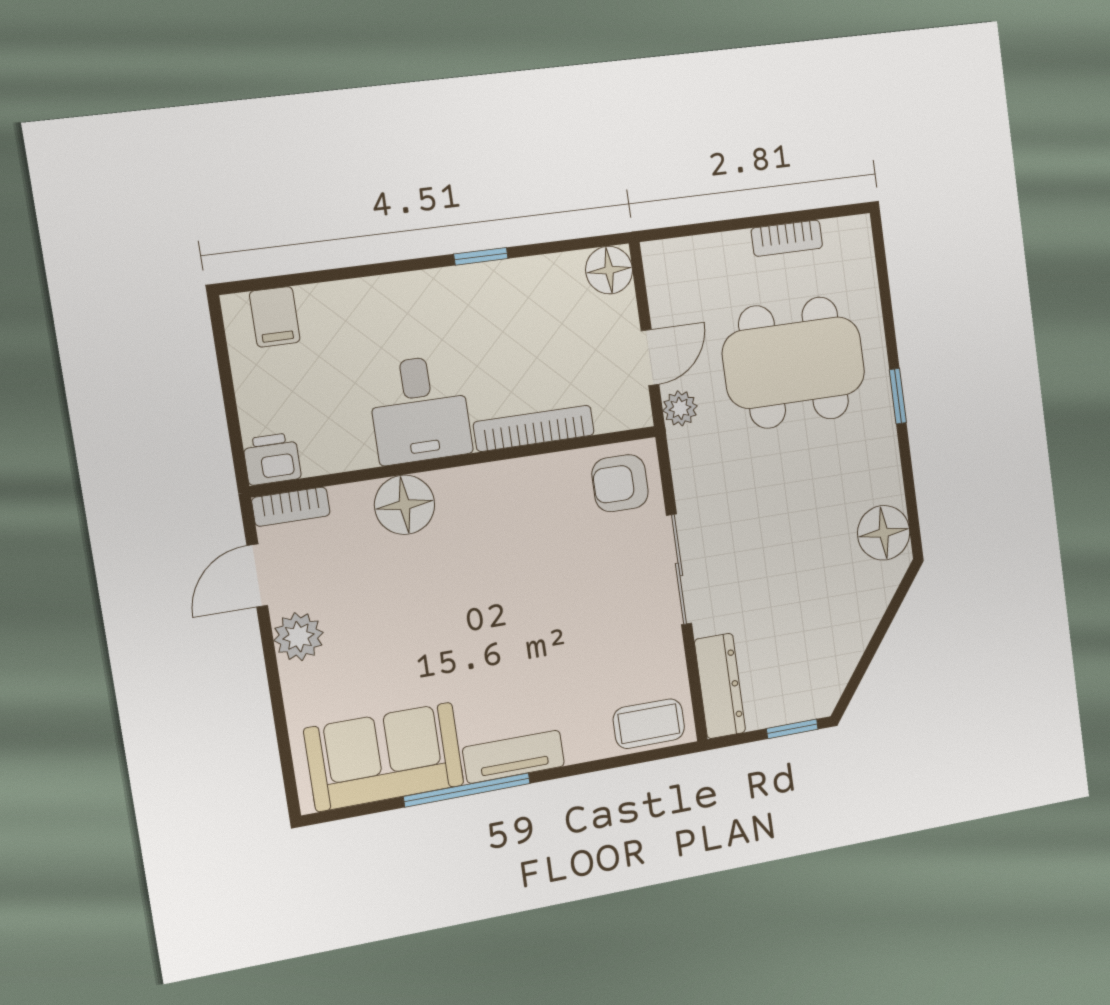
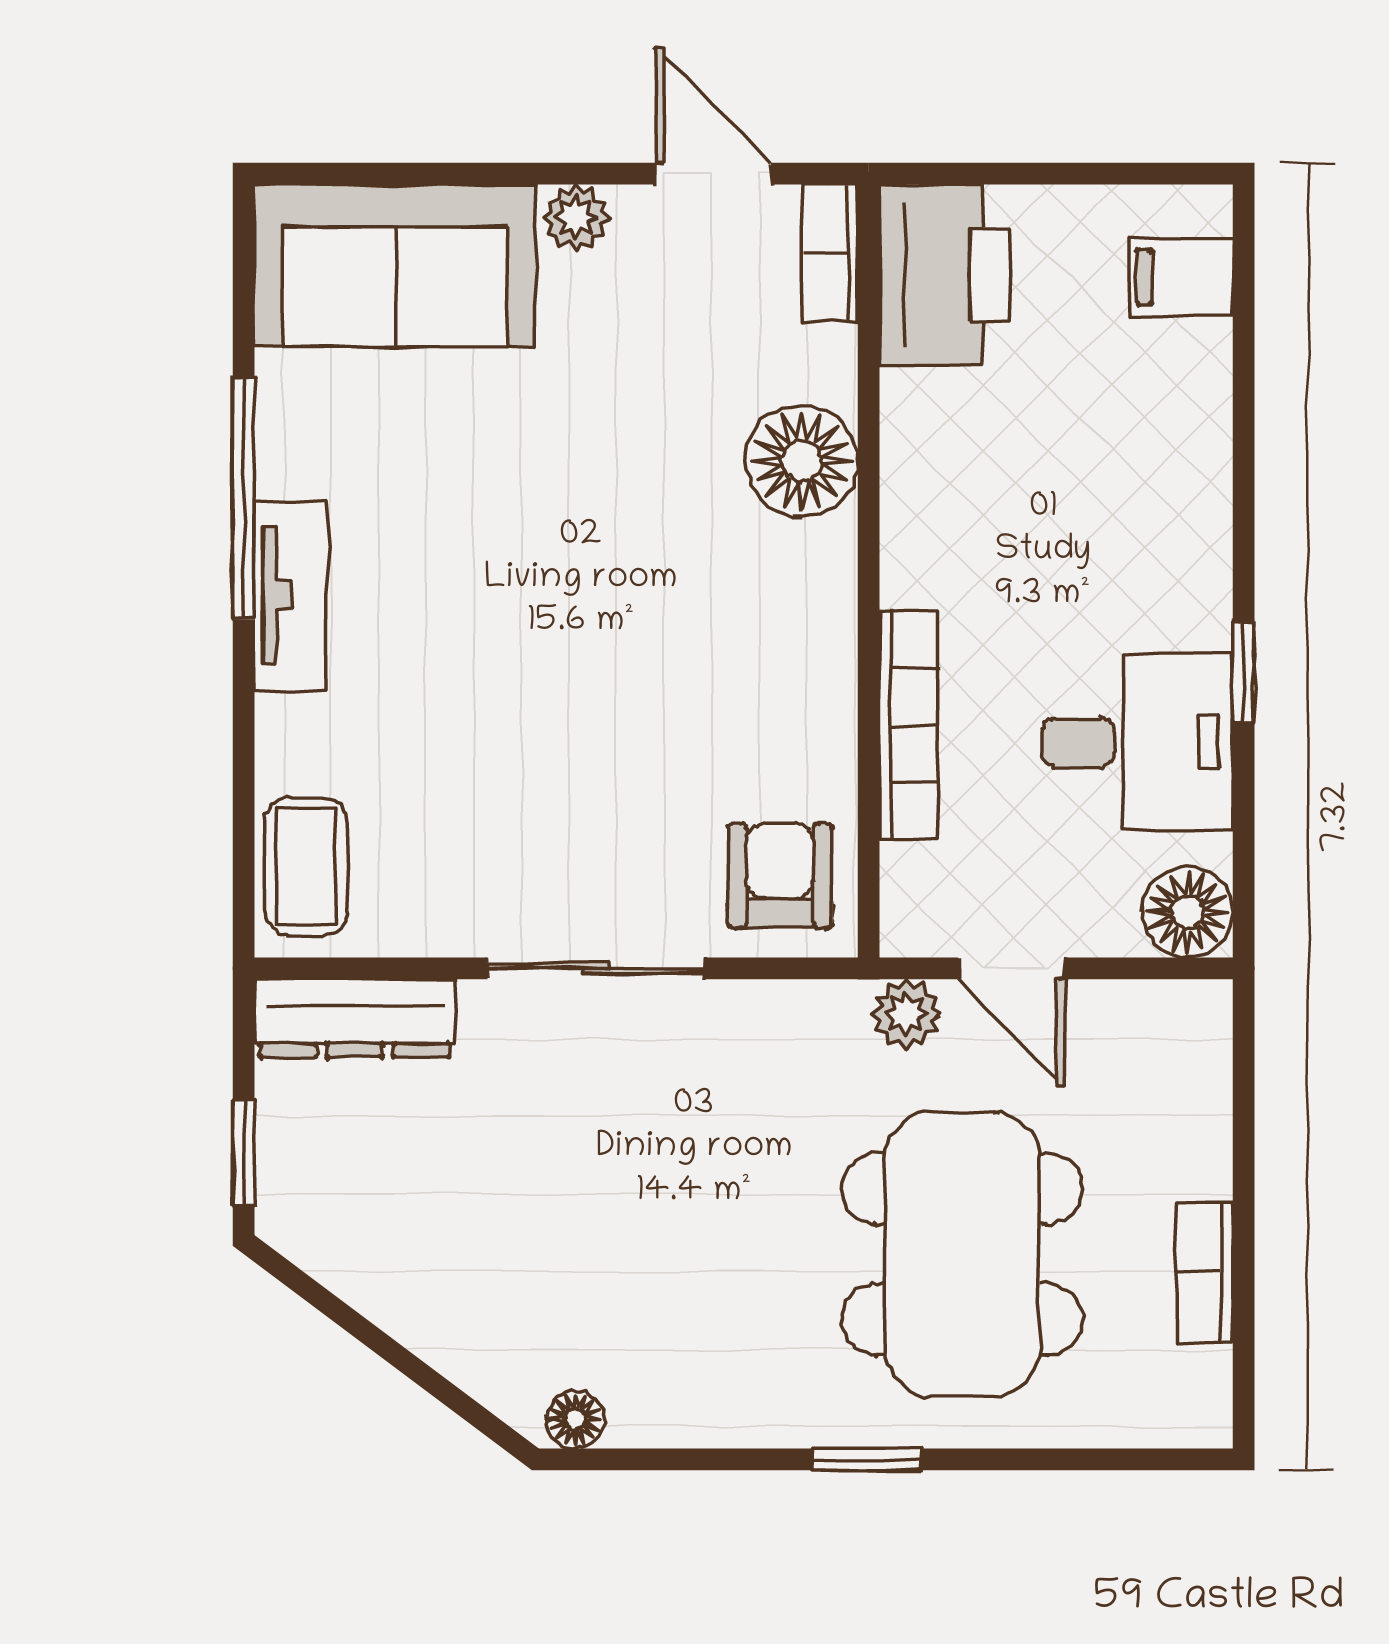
desk: (420, 409) -> (1137, 742), moved, turned 180
printer: (272, 459) -> (944, 274), width x1.87, depth x1.48
floor lamp: (884, 533) -> (575, 1420), width x0.53, depth x0.53
plant: (298, 637) -> (576, 218), width x0.73, depth x0.73
sofa: (384, 757) -> (395, 266), moved, turned 90

